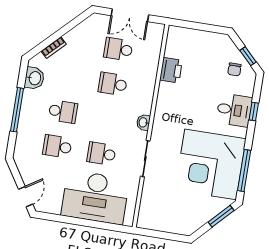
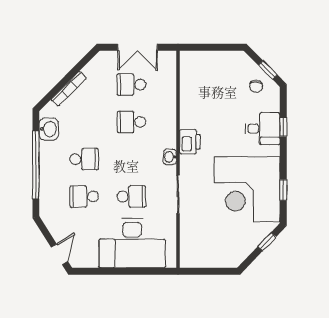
bookcase: (54, 48) -> (69, 89), width x1.56
printer: (171, 70) -> (190, 142), moved
window: (17, 110) -> (36, 165), width x1.46
school desk: (101, 154) -> (131, 197), turned 180
window: (244, 171) -> (283, 190), width x0.46
window: (221, 216) -> (267, 242), width x0.67

